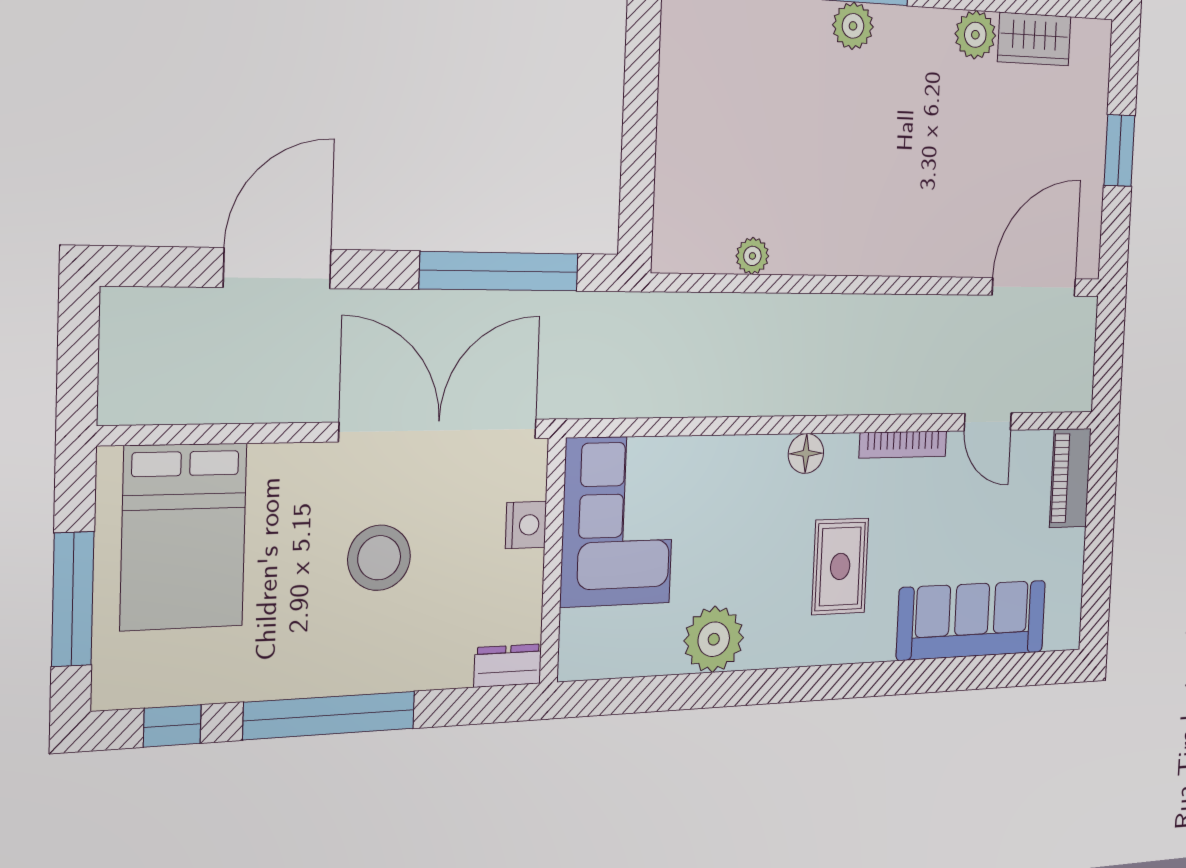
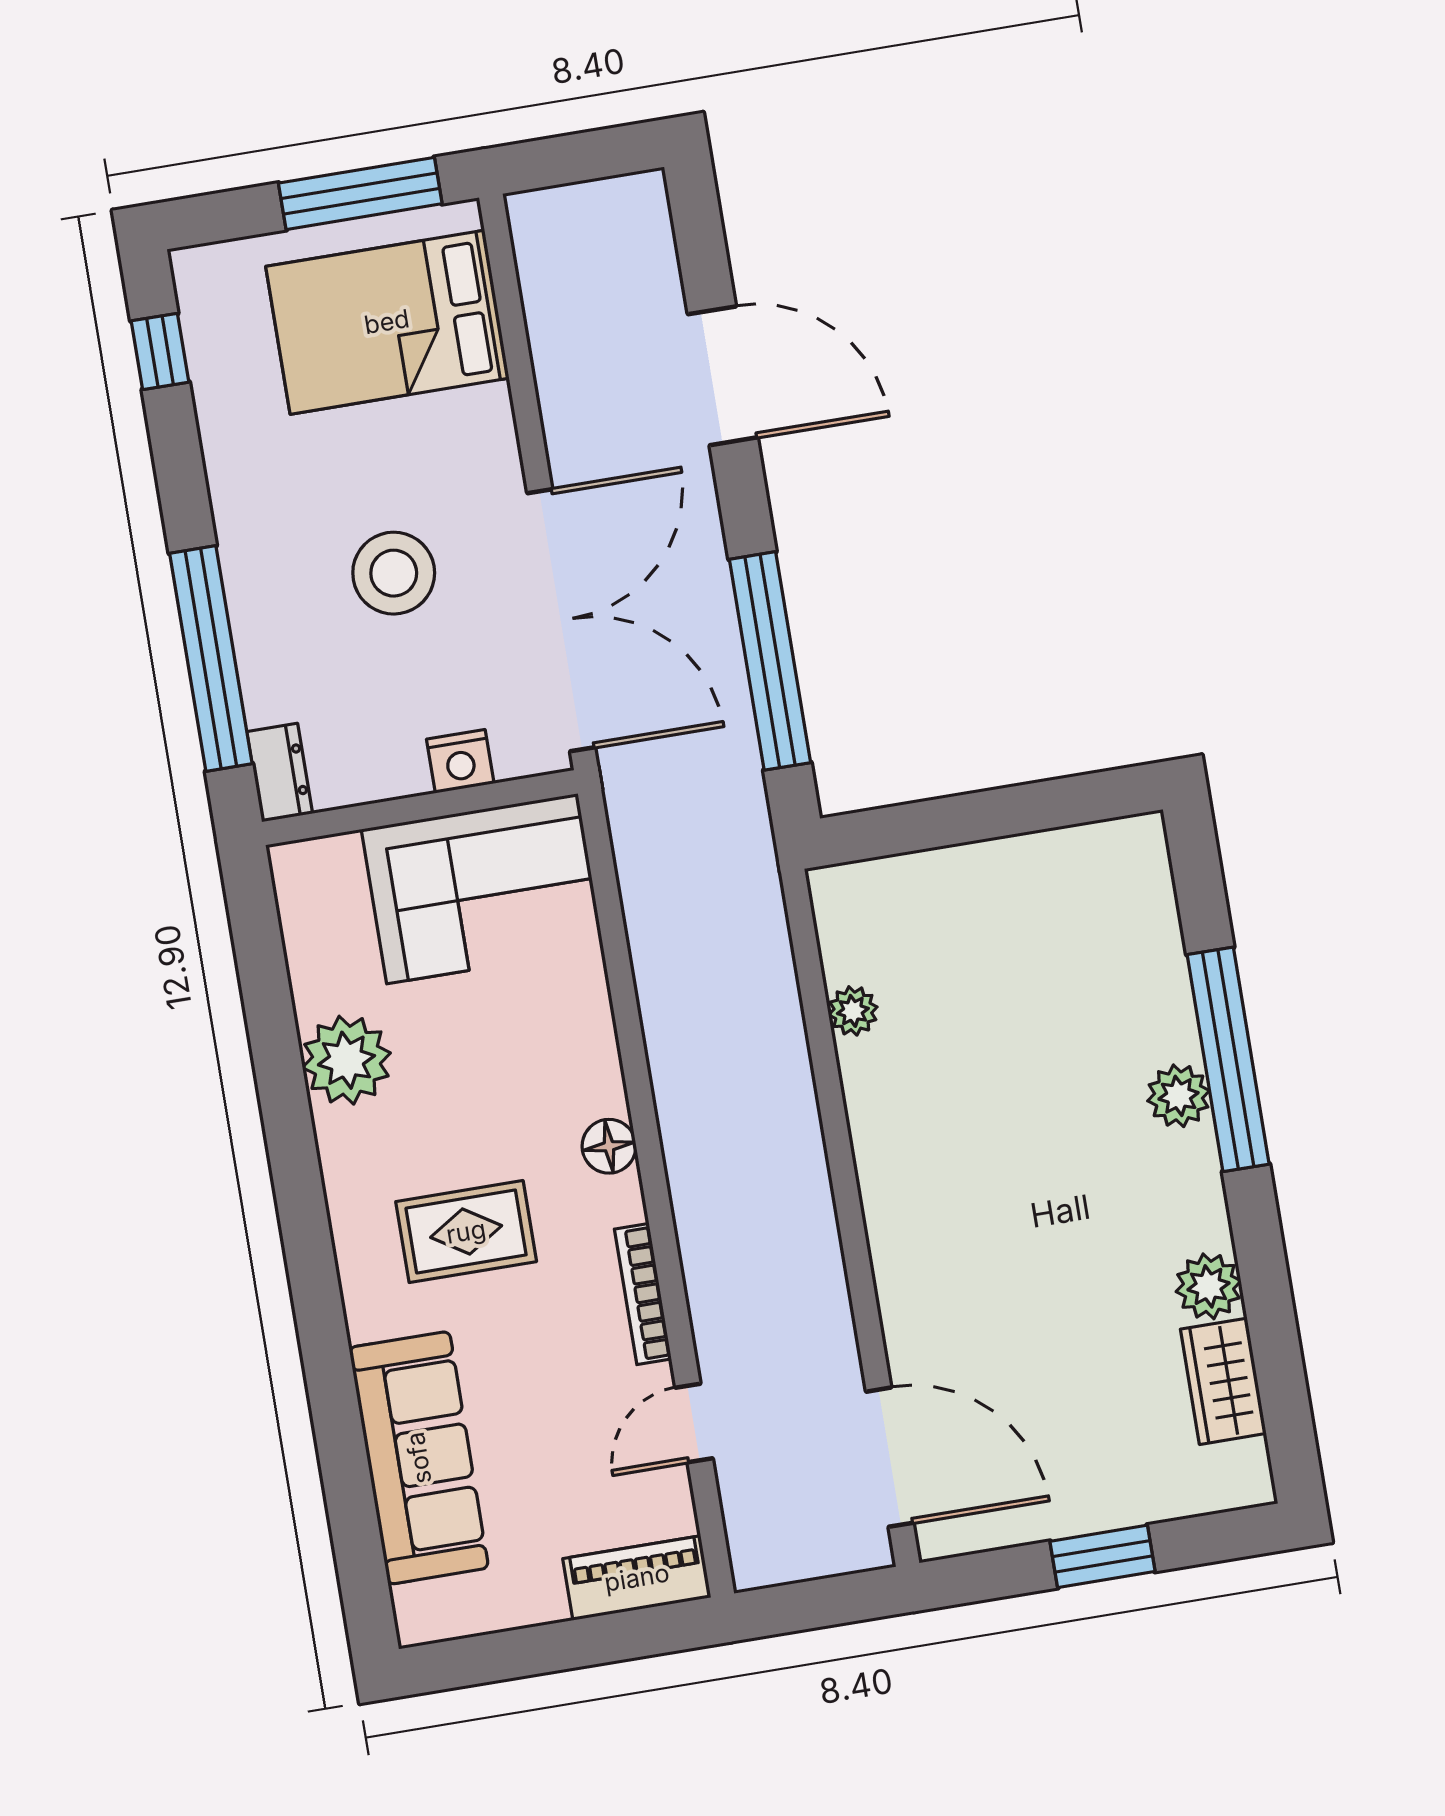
window: (73, 599) -> (360, 193), moved
window: (330, 715) -> (211, 658), moved

